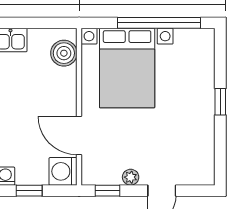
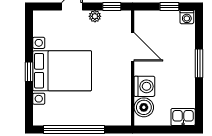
bed with nightstands: (127, 68) -> (62, 71), moved, turned 90
washing machine: (63, 171) -> (144, 86), moved

